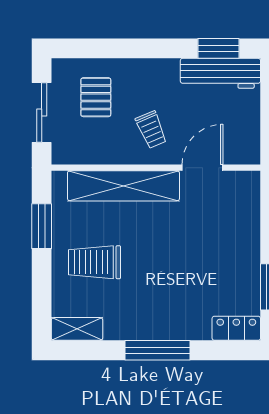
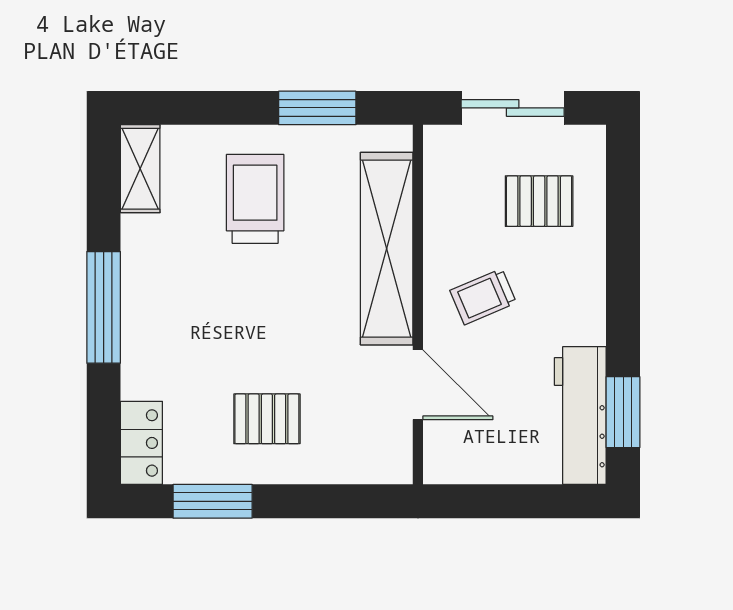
pallet: (222, 255) -> (267, 419), added

